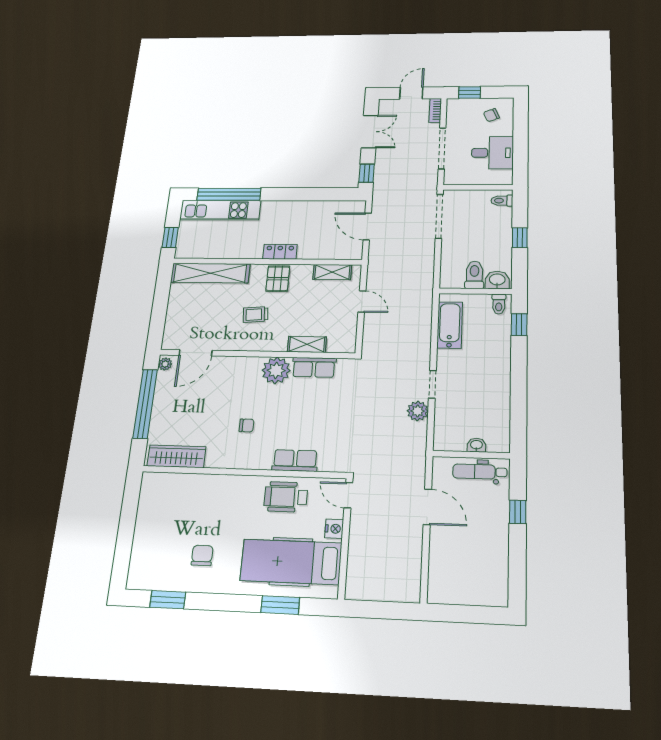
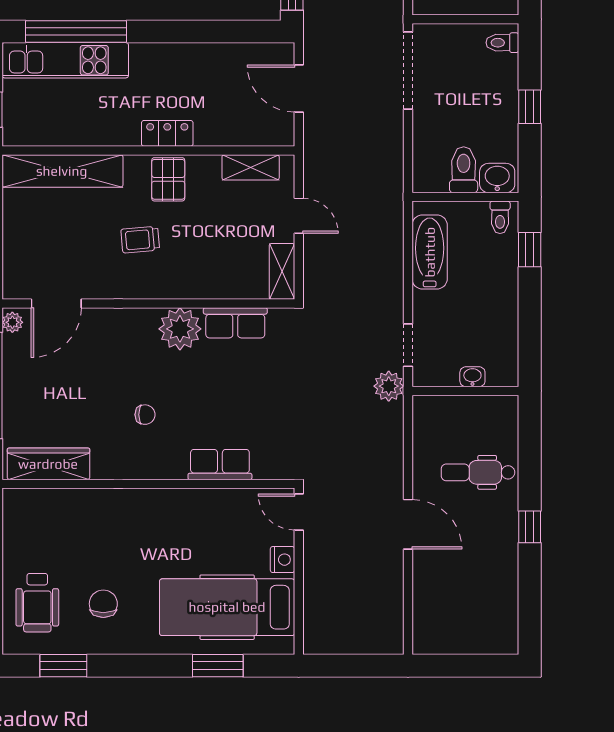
shelving: (307, 344) -> (282, 271), moved, turned 90
washbasin: (476, 445) -> (472, 377), moved
wall: (471, 455) -> (465, 391), moved
wheelchair: (286, 497) -> (37, 603), moved, turned -90

